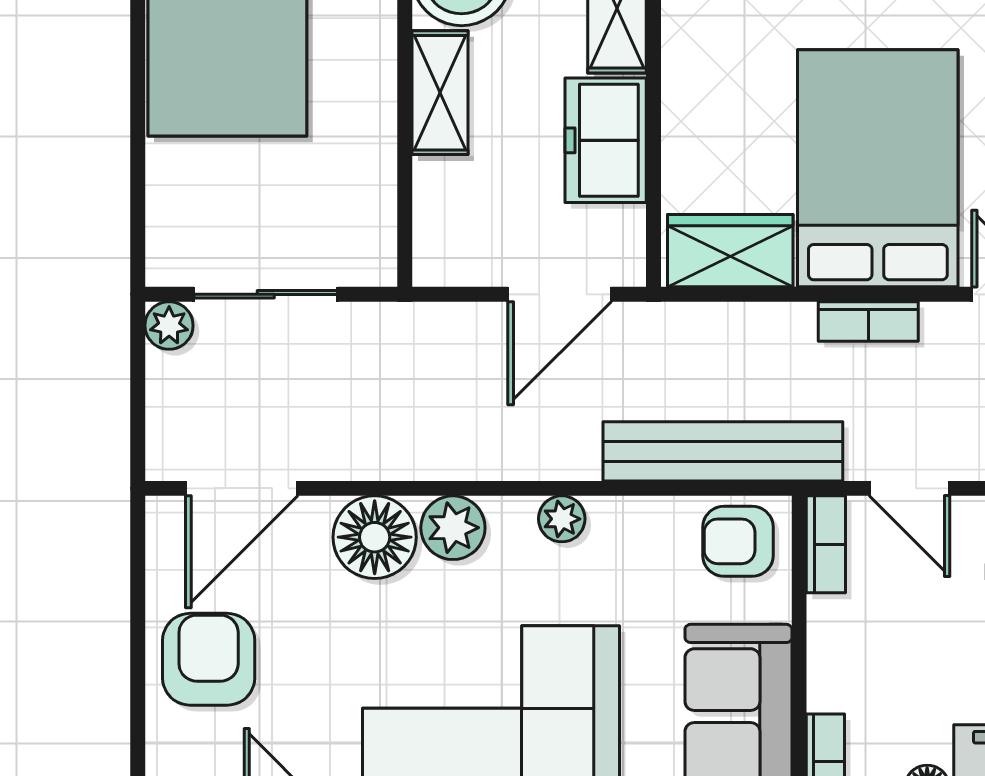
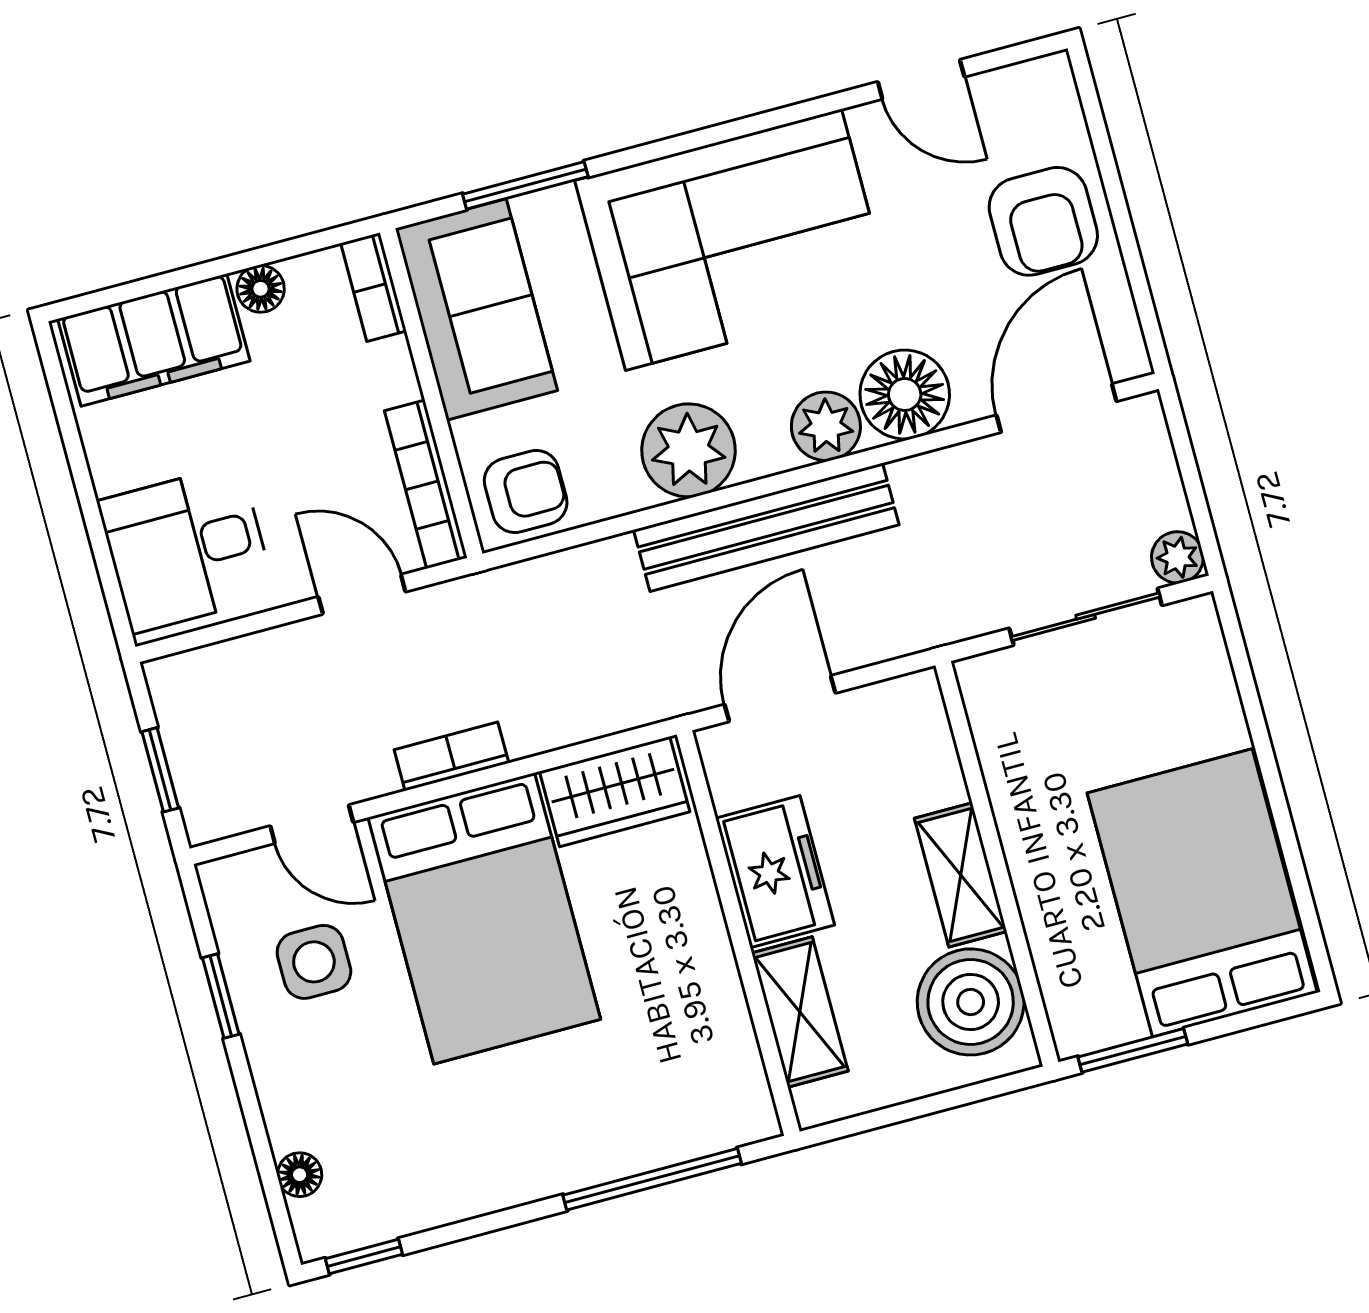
bench: (723, 451) -> (766, 527), moved
plant: (562, 519) -> (689, 450), width x1.87, depth x1.87
bookcase: (826, 544) -> (426, 484), width x1.56

